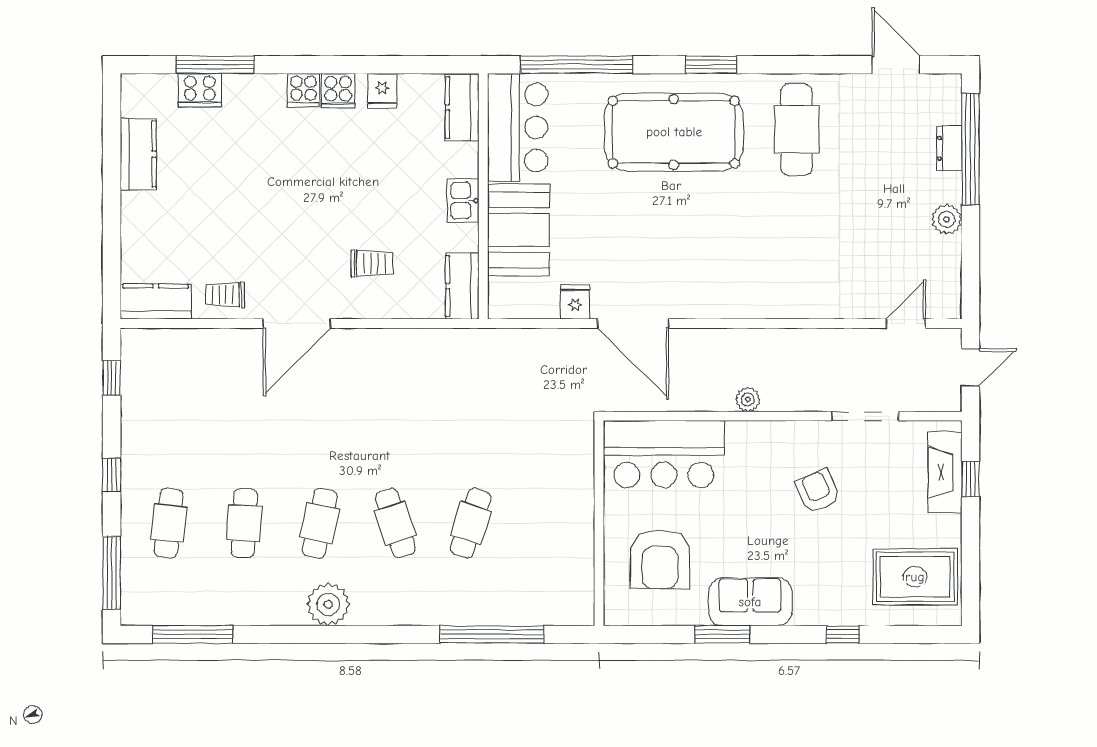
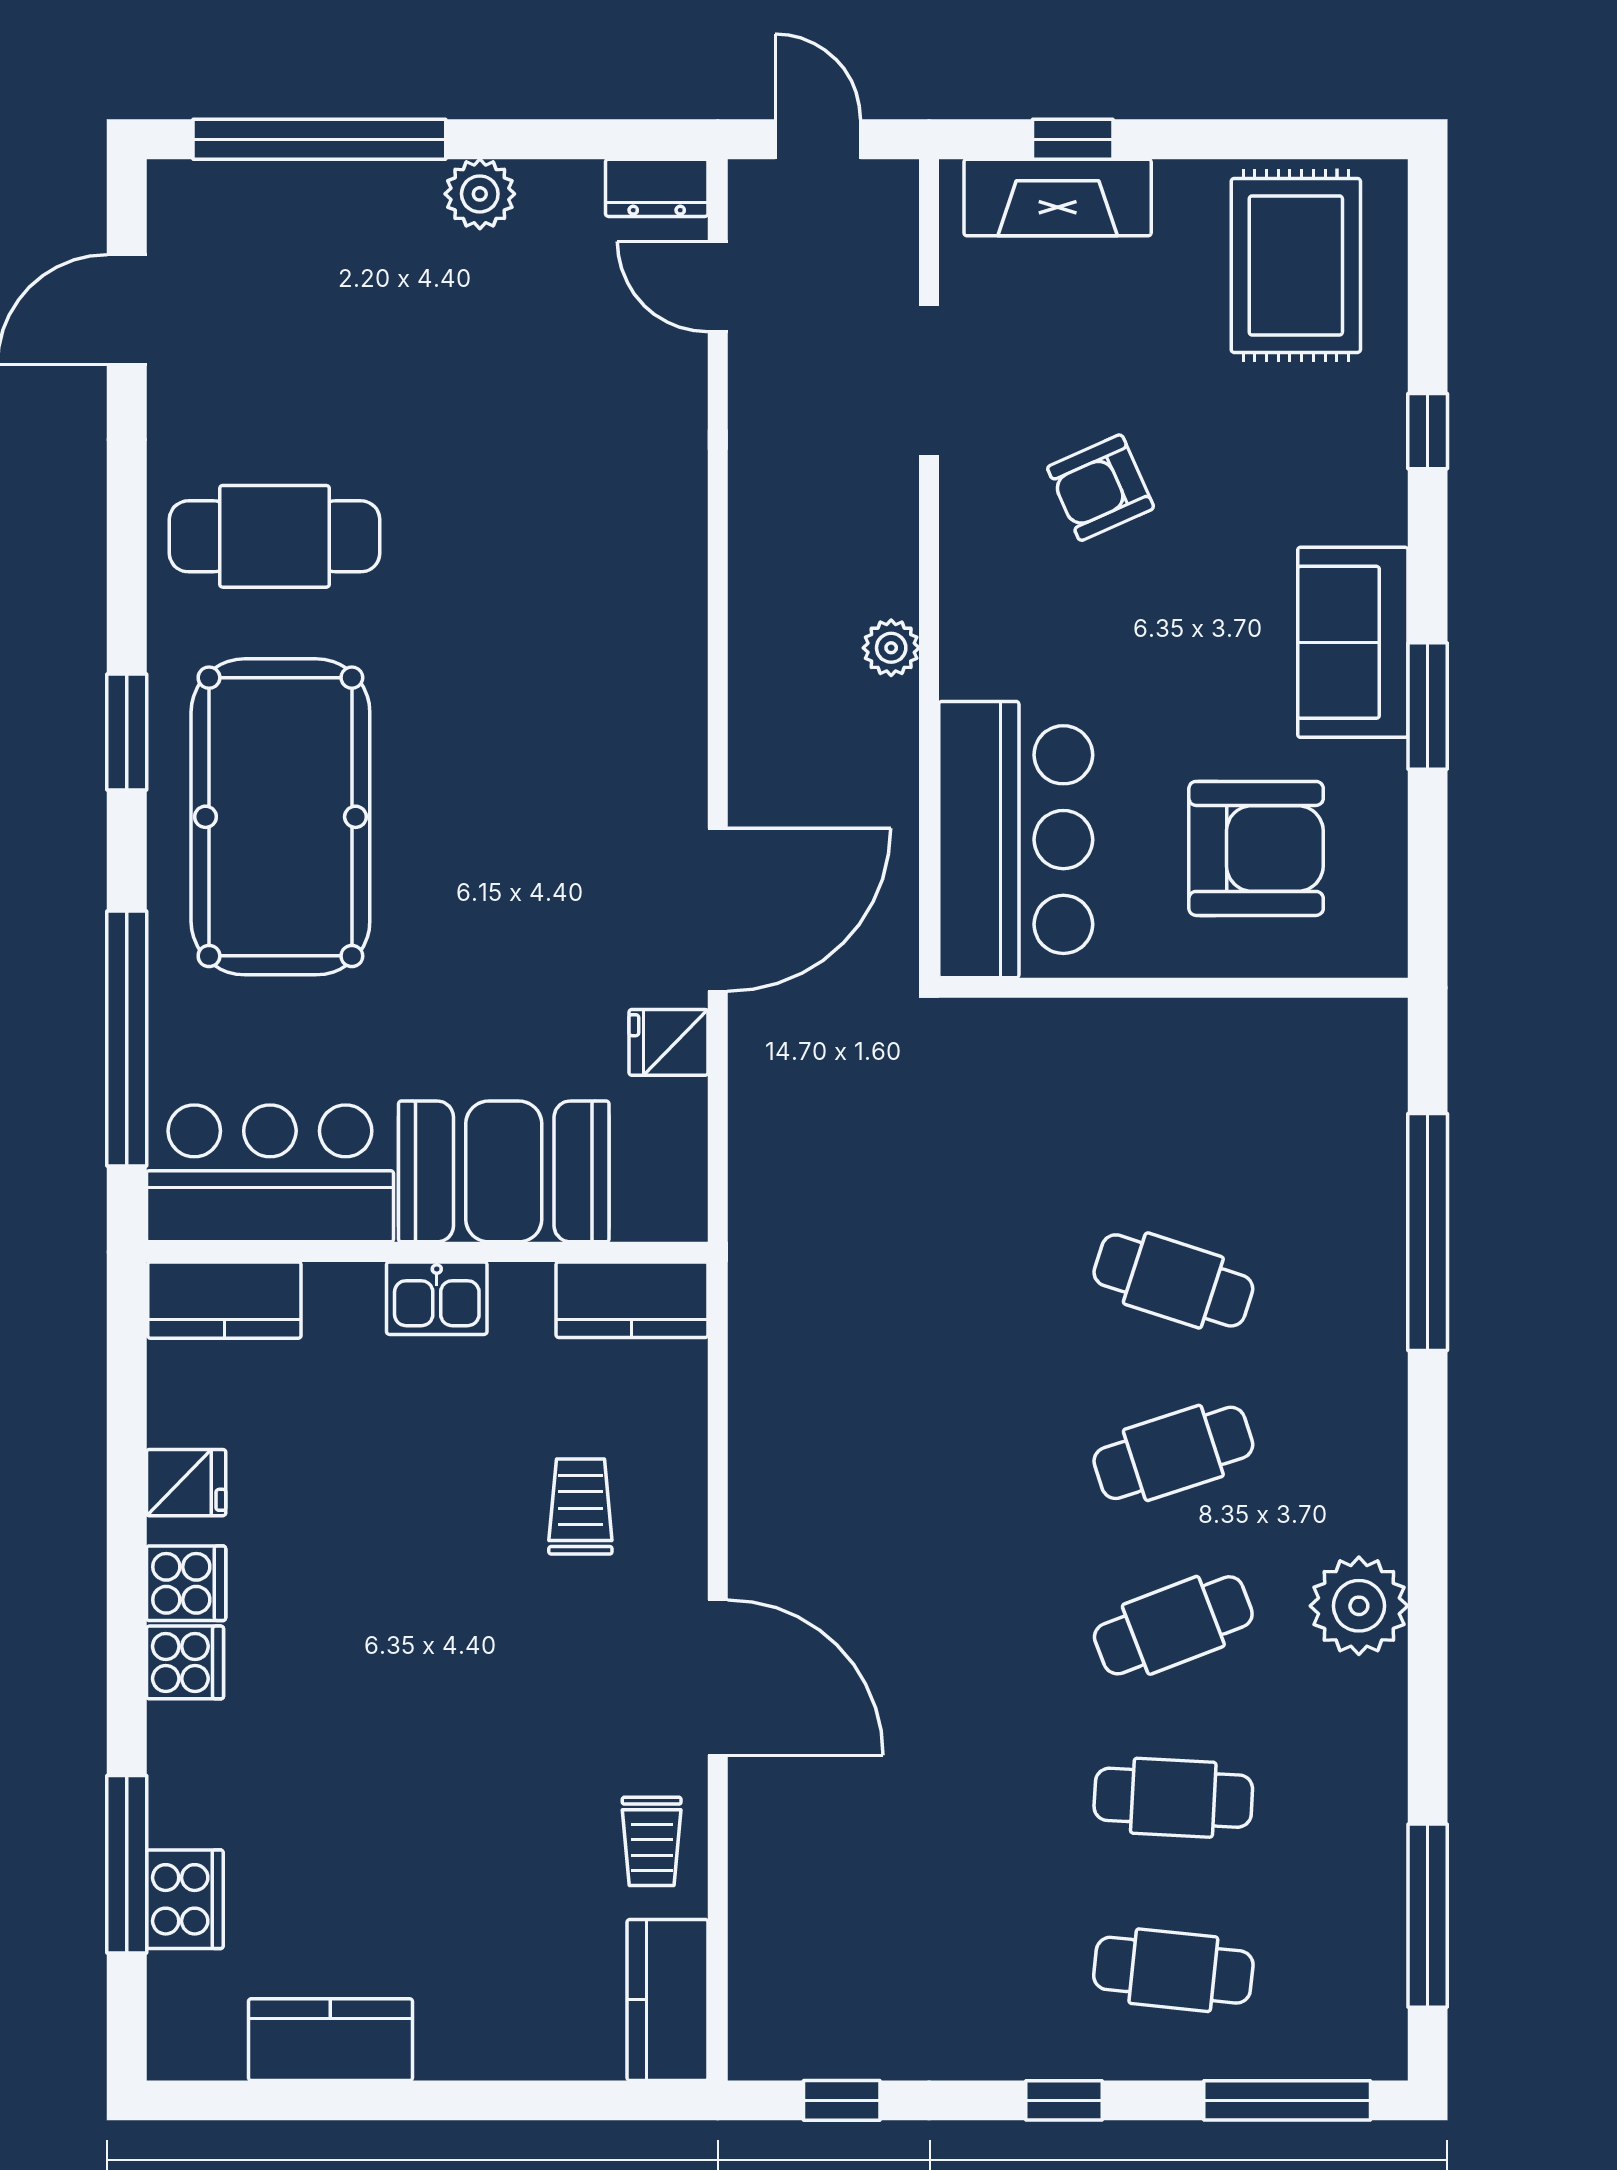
dresser: (949, 148) -> (657, 188), moved
cafe table: (320, 523) -> (1173, 1625), turned -33

